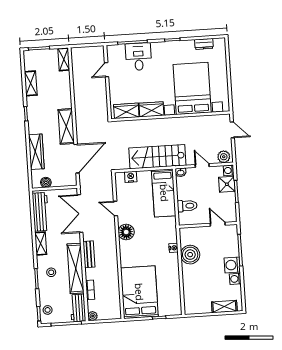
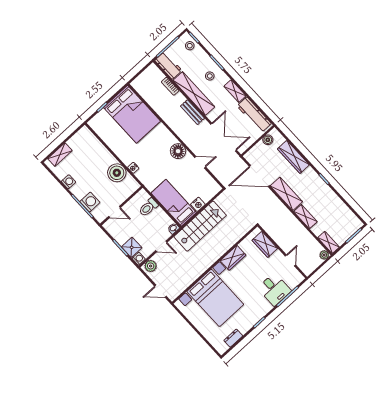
shelving: (31, 83) -> (305, 217), moved
wardrobe: (126, 111) -> (265, 244), moved, turned 90
door: (77, 159) -> (259, 176), hinge flipped
nightstand: (131, 177) -> (198, 204), moved
washing machine: (232, 265) -> (90, 202), moved
plant: (93, 316) -> (324, 255), moved

